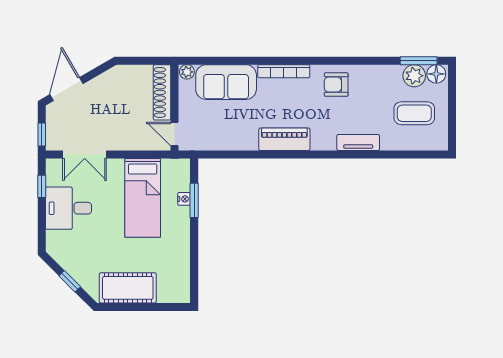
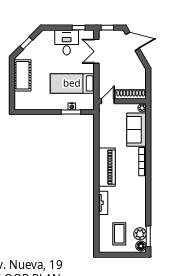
armchair: (336, 85) -> (135, 191), removed
piano: (284, 139) -> (107, 167), width x1.37, depth x1.33

